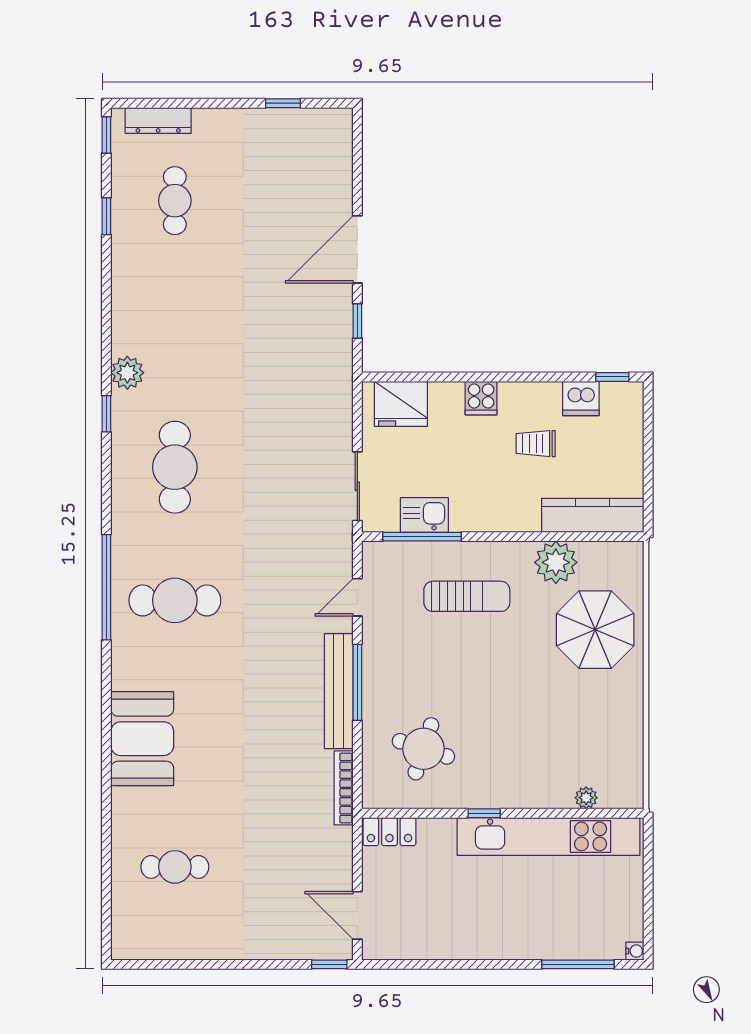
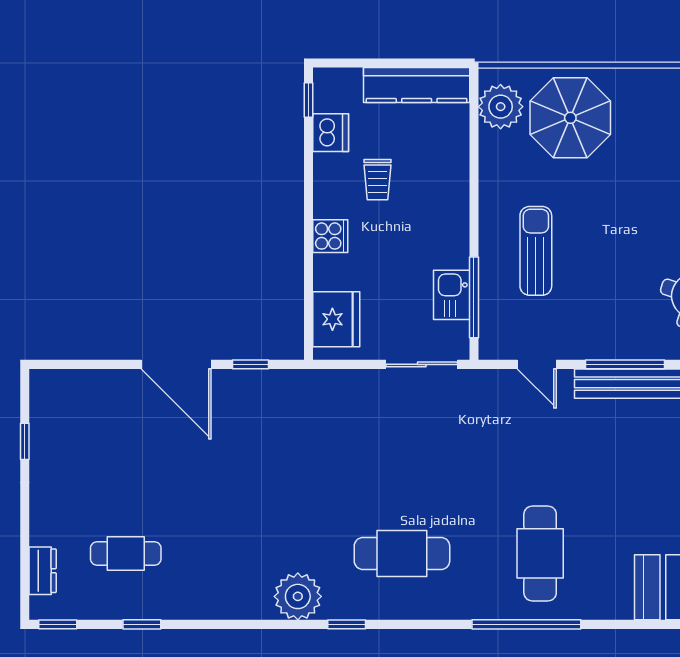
dresser: (158, 120) -> (43, 571), width x0.70
plant: (127, 373) -> (298, 596), width x1.36, depth x1.36
kitchen counter: (593, 515) -> (417, 85), moved, turned -90
plant: (556, 562) -> (501, 107), moved

